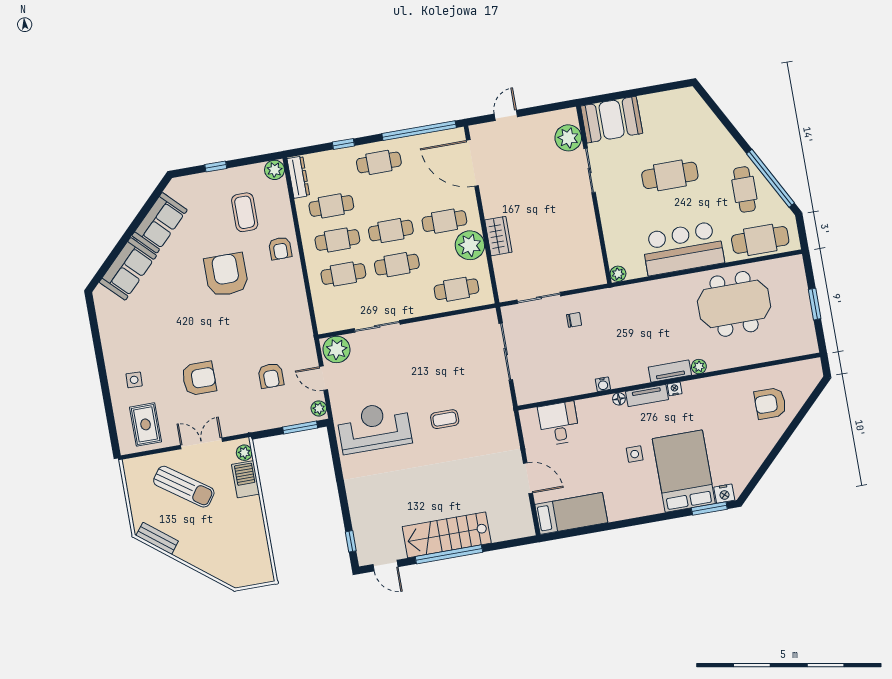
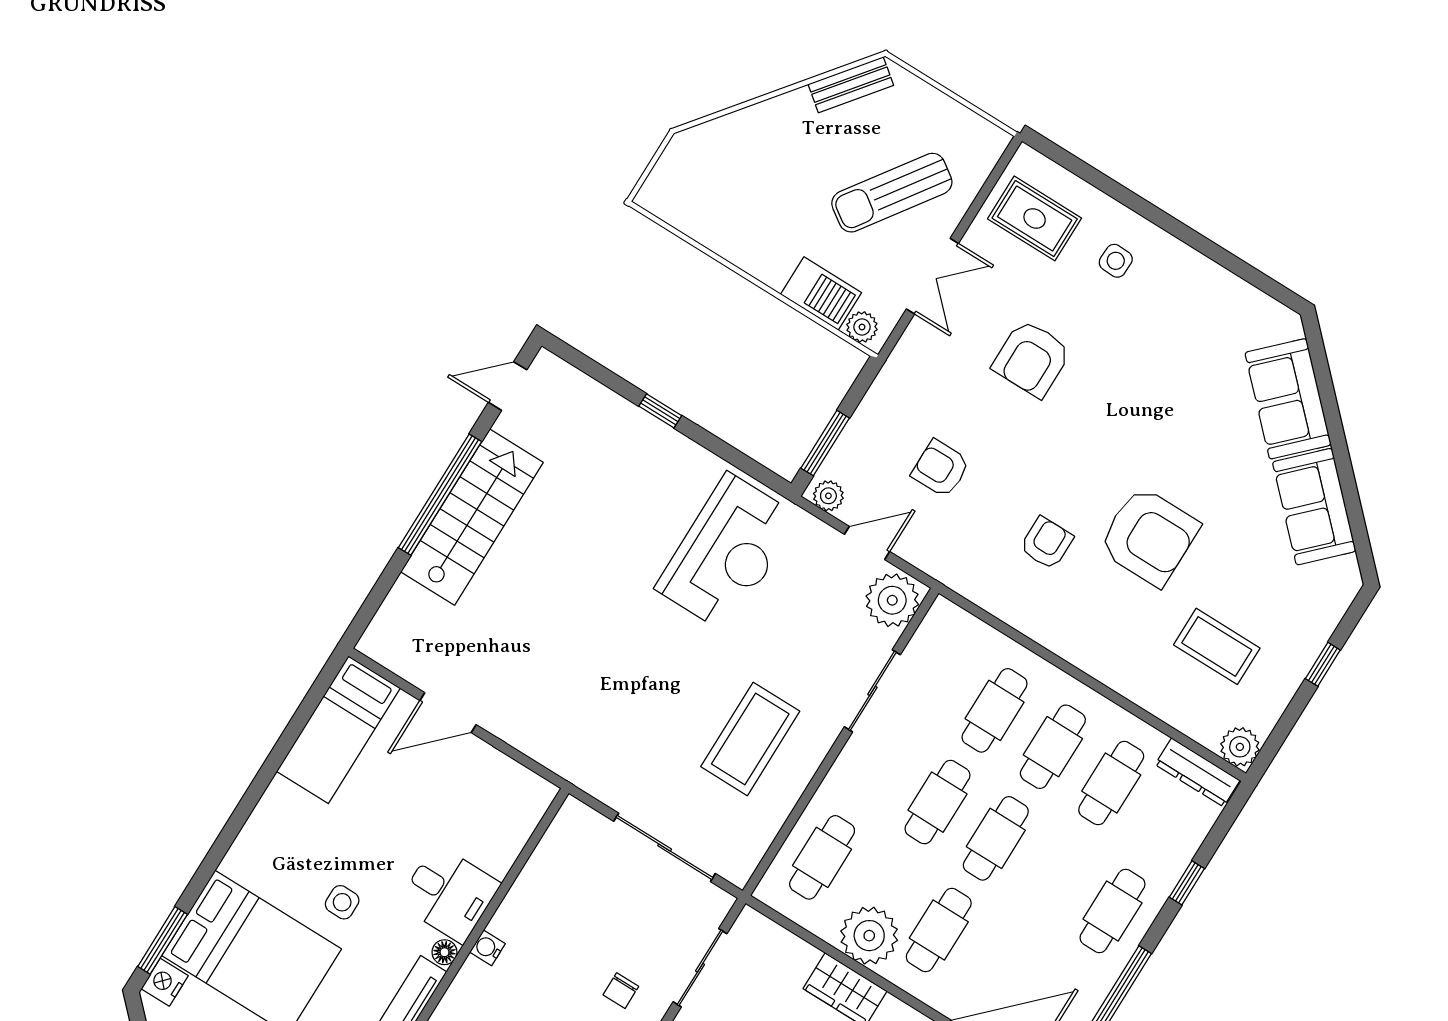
armchair: (280, 248) -> (1046, 543), moved, turned 90
coffee table: (445, 419) -> (750, 739), moved, width x1.86, depth x1.72
desk: (559, 423) -> (449, 894), moved
window: (351, 541) -> (660, 411), moved

